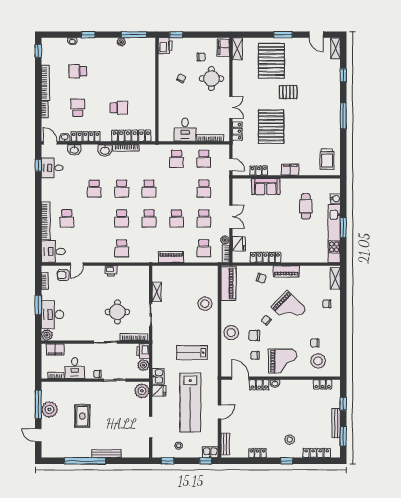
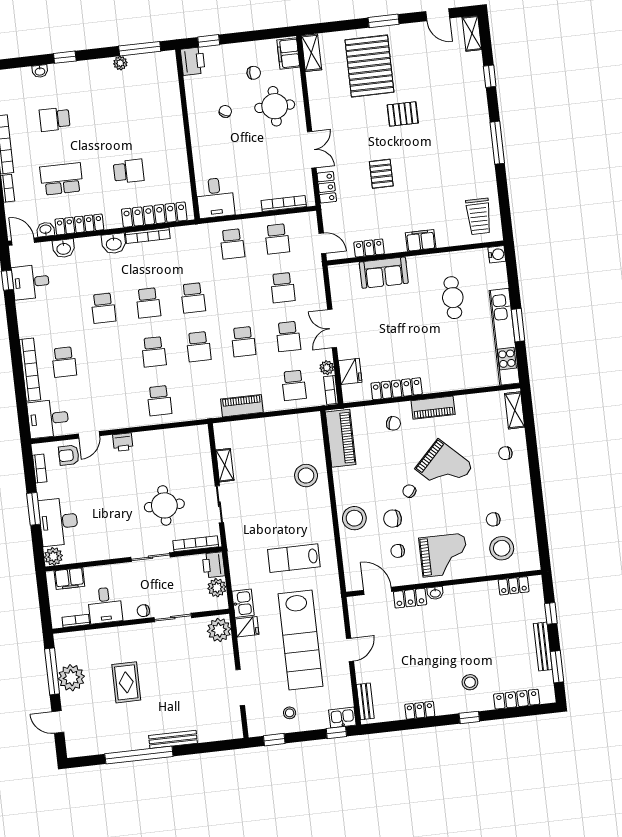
school desk: (78, 108) -> (62, 179), width x1.85
pallet: (271, 127) -> (381, 174), width x0.49, depth x0.50
desk: (185, 130) -> (215, 198), moved
water cooler: (335, 199) -> (497, 254), moved
double door: (231, 217) -> (332, 329), swing flipped
printer: (111, 271) -> (123, 442), moved

